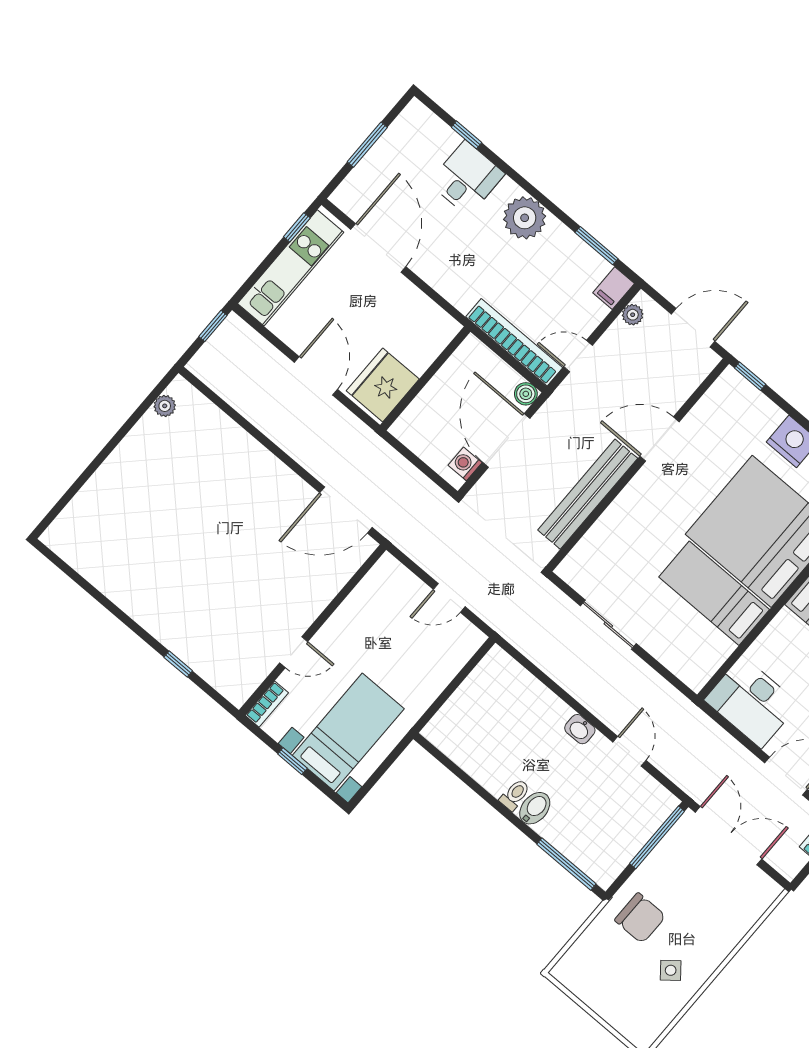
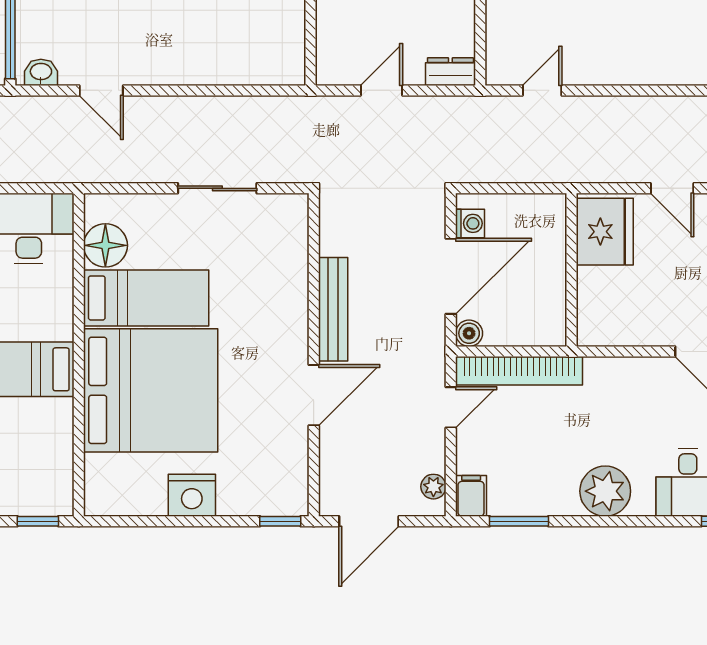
door: (316, 376) -> (672, 188), width x0.73
door: (506, 440) -> (451, 276), hinge flipped
bench: (588, 494) -> (333, 309), width x0.73, depth x0.82
door: (346, 510) -> (542, 90), width x0.53
dresser: (395, 572) -> (450, 72), added
floor lamp: (712, 649) -> (105, 245), added
washbasin: (580, 729) -> (41, 72), moved

